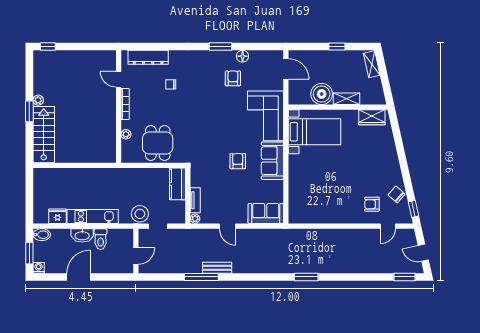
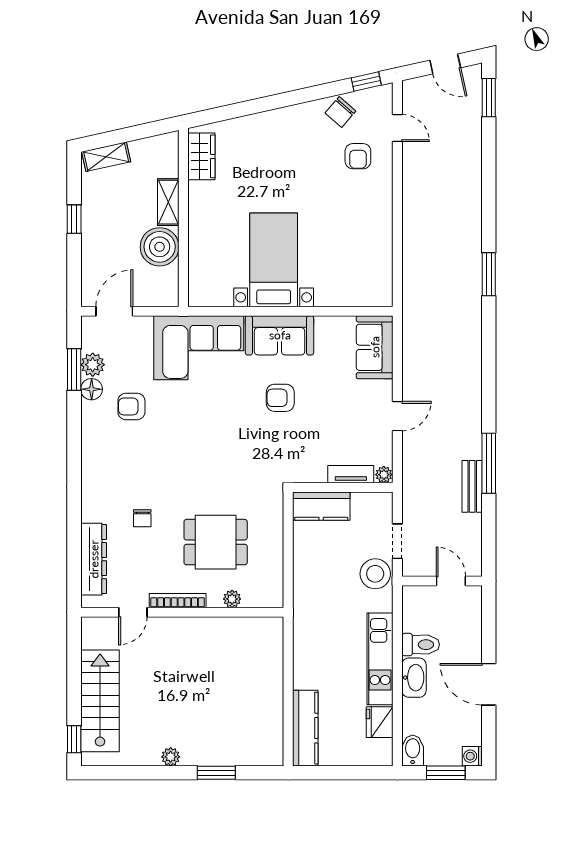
window: (220, 46) -> (74, 369), moved
plant: (256, 57) -> (93, 365), added
window: (29, 111) -> (216, 773), moved
bed with nightstands: (314, 132) -> (274, 260), moved
stairs: (44, 135) -> (100, 701), moved, turned 90
dining table: (158, 143) -> (216, 542), moved
kitchen counter: (54, 175) -> (305, 728), added
door: (423, 253) -> (445, 64), hinge flipped
bench: (217, 268) -> (472, 486), moved

